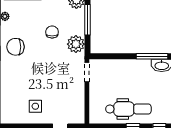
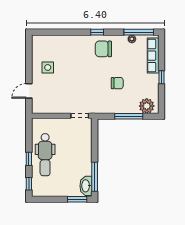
plant: (76, 44) -> (106, 105), removed
chair: (15, 47) -> (103, 49), turned -90

